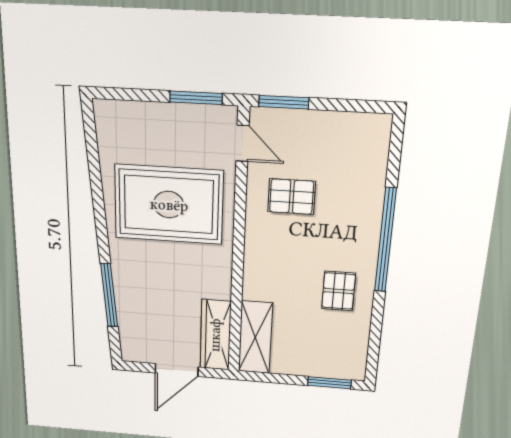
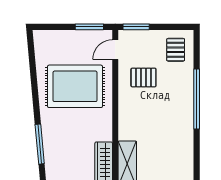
door: (243, 143) -> (115, 50), swing flipped
pallet: (339, 291) -> (176, 50), moved

